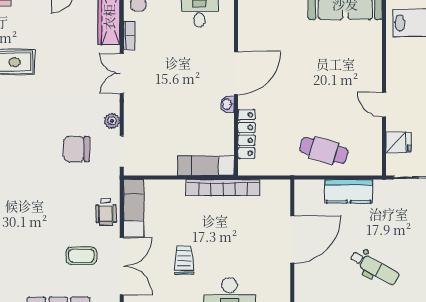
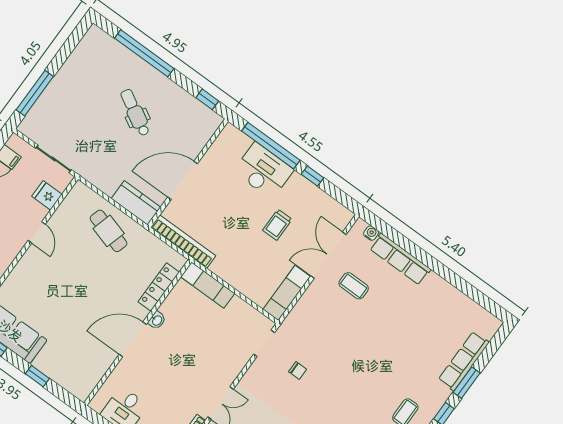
plant: (112, 121) -> (255, 372), removed
chair: (76, 149) -> (298, 370), width x0.54, depth x0.54
bookcase: (223, 188) -> (183, 241), moved
kitchen counter: (349, 191) -> (136, 203), moved
wheelchair: (106, 211) -> (310, 306), removed

